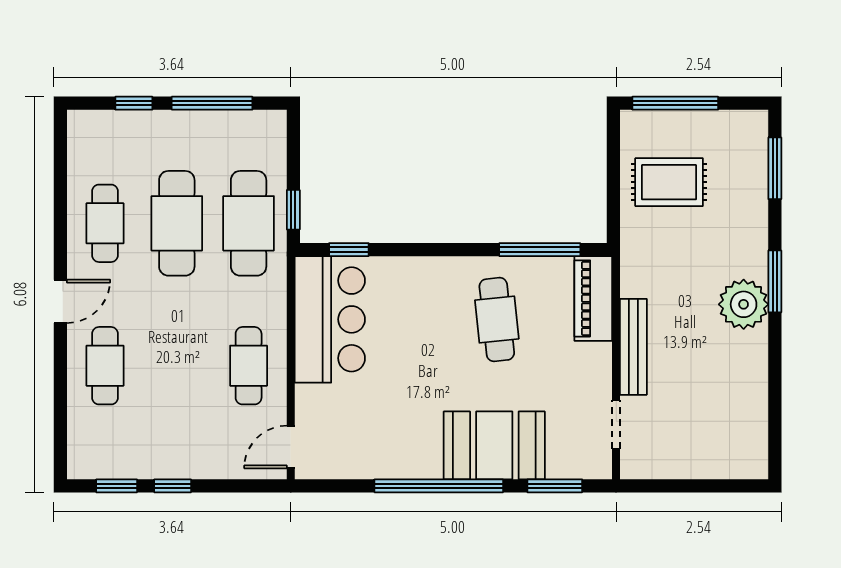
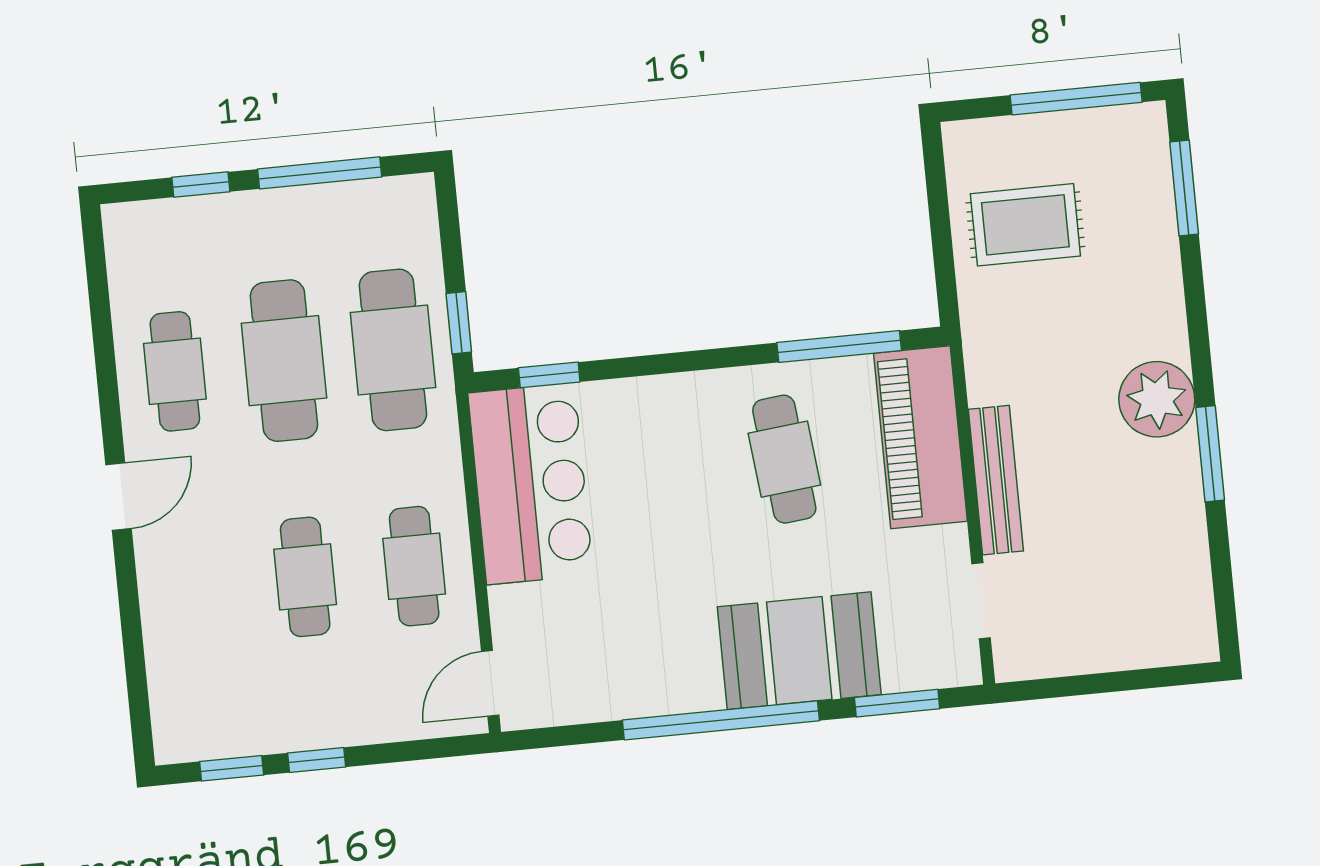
window: (675, 103) -> (1076, 99), moved
window: (775, 281) -> (1210, 454), moved
piano: (593, 298) -> (920, 437), width x1.37, depth x1.33
cafe table: (105, 366) -> (305, 577), moved

